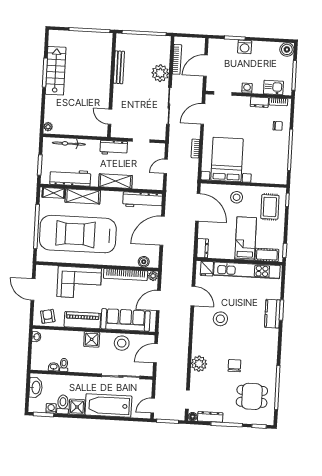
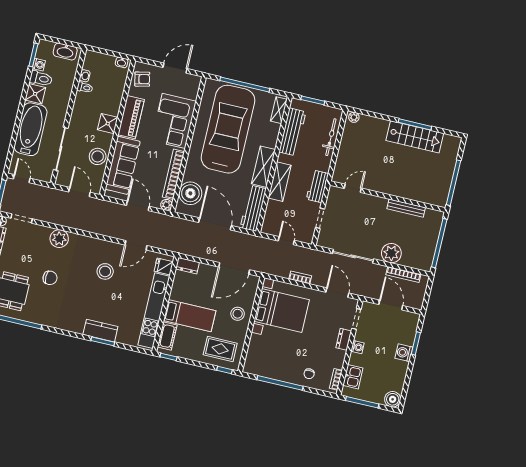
dresser: (259, 102) -> (344, 339), moved
shelving: (83, 196) -> (263, 167), moved
boiler: (144, 262) -> (190, 193), width x1.86, depth x1.86

